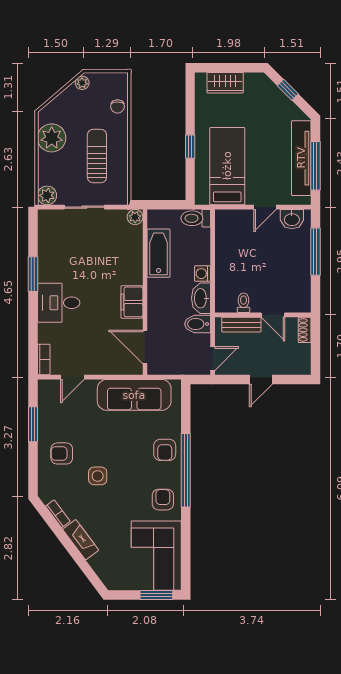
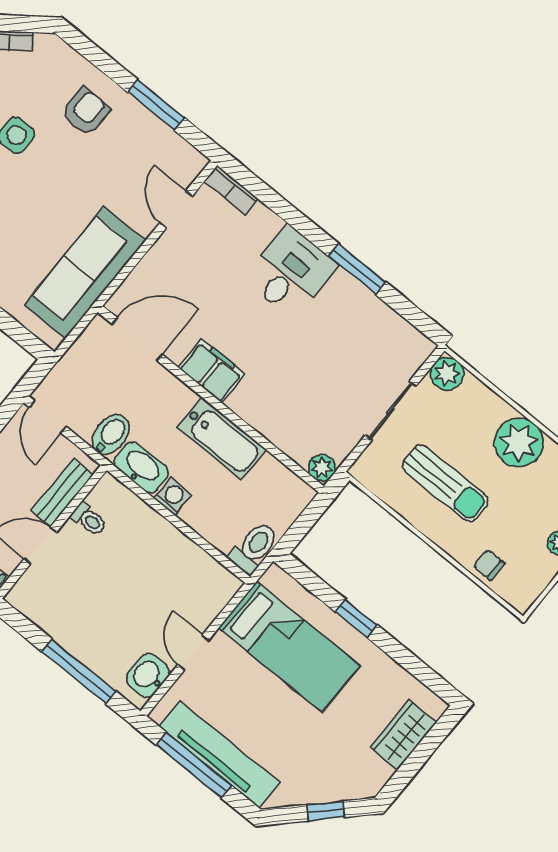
bathtub: (159, 253) -> (222, 438), moved

